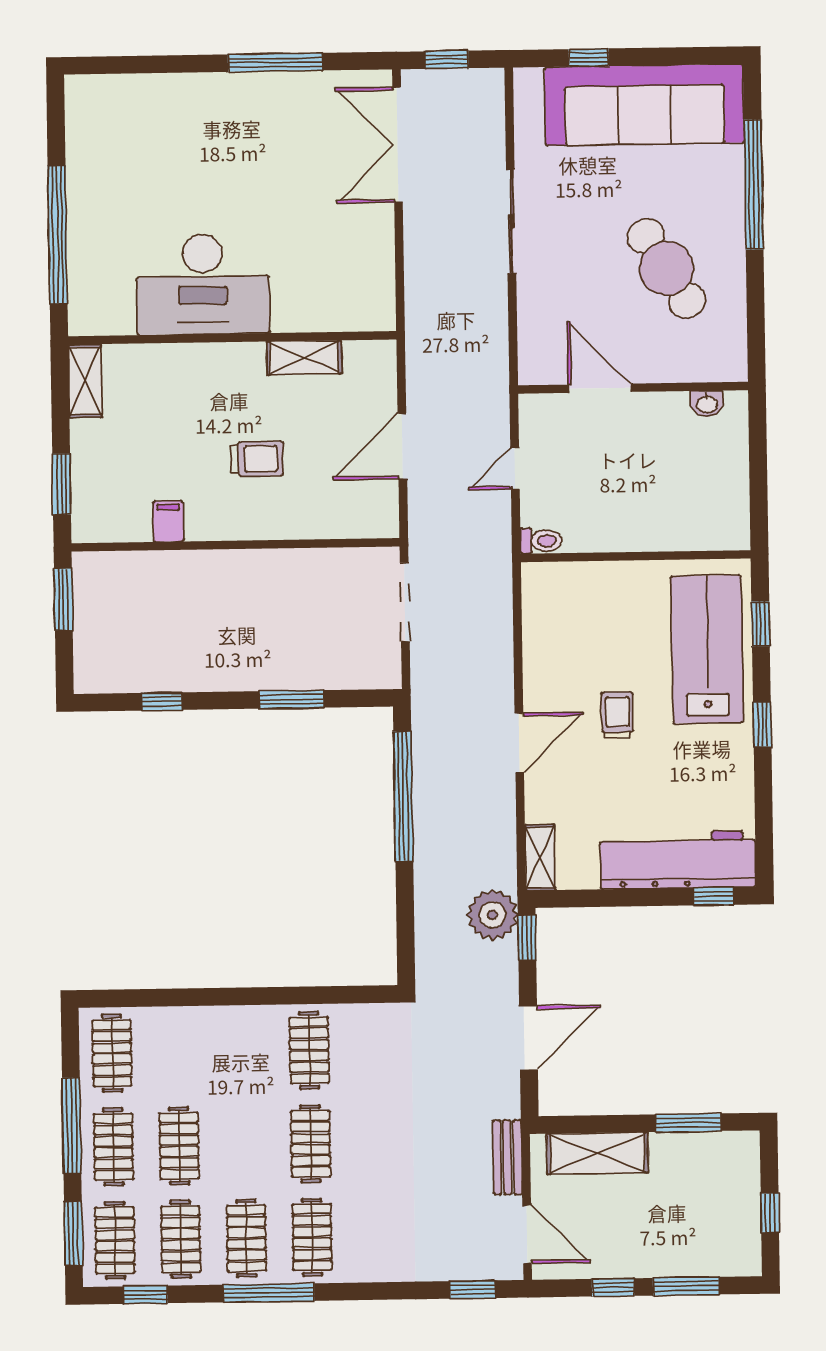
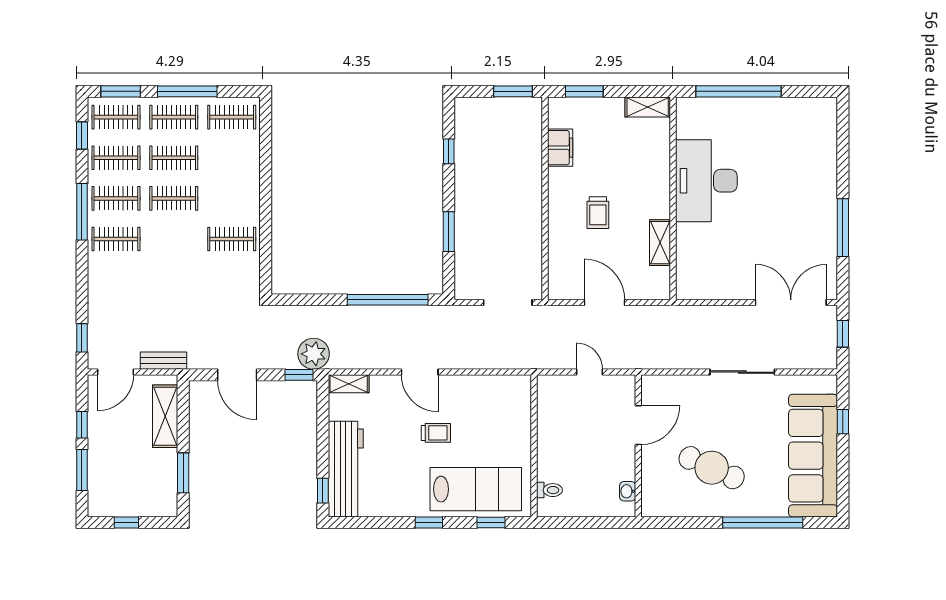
cafe table: (666, 269) -> (712, 468), turned 56
filing cabinet: (168, 521) -> (560, 148), width x2.00
toilet: (541, 541) -> (549, 490), moved, turned -90
clothes rail: (311, 1144) -> (174, 198), moved

